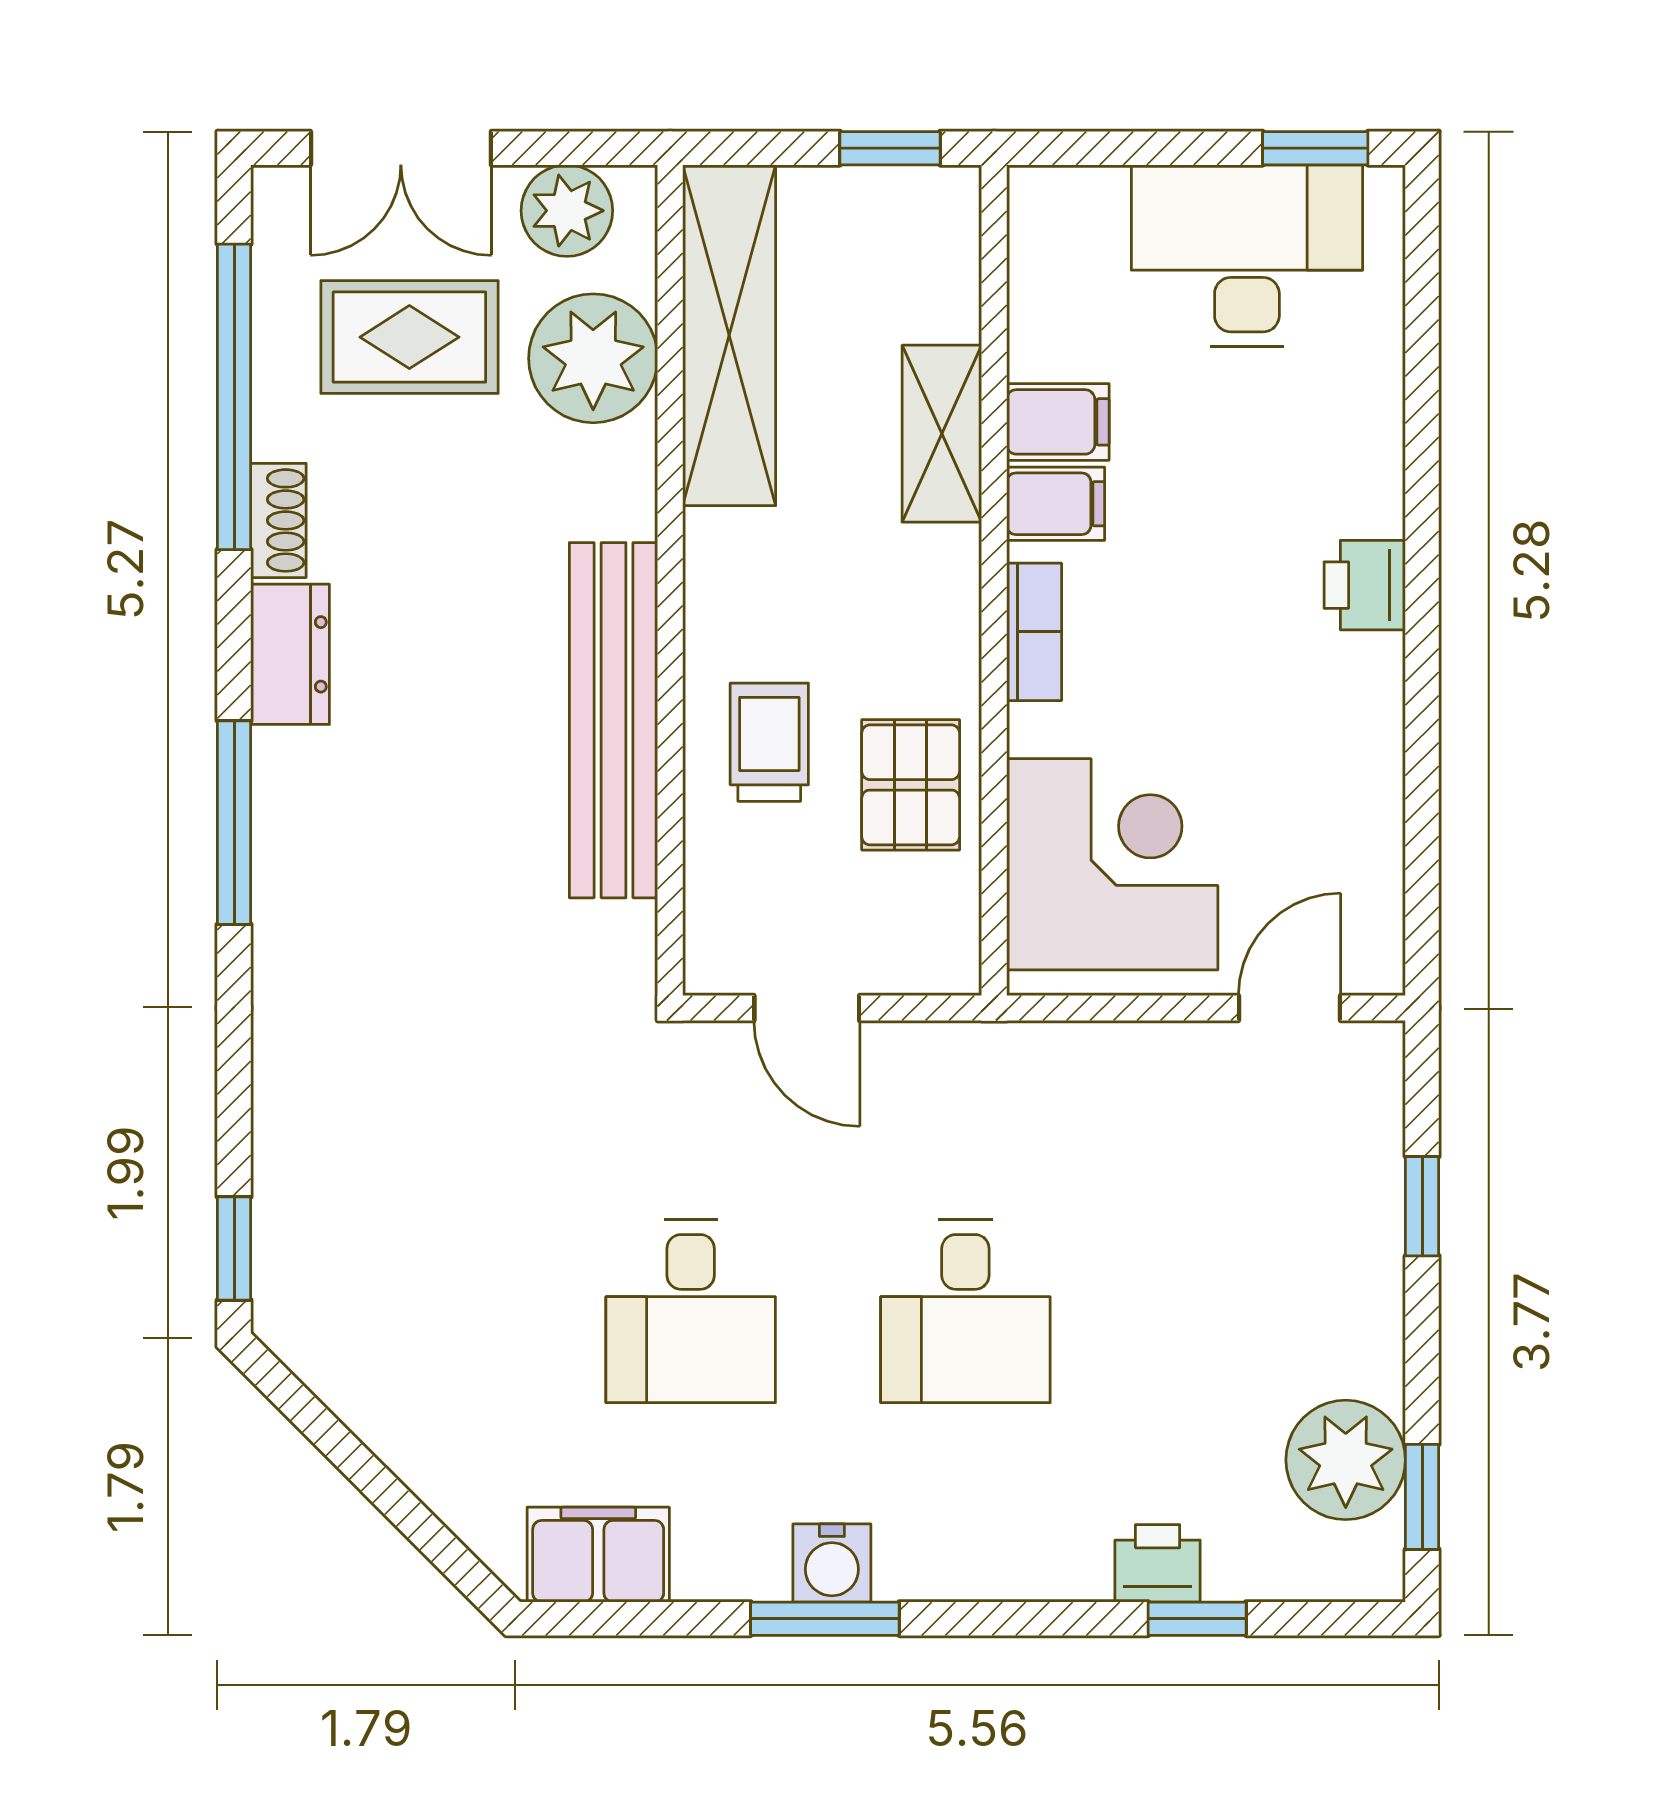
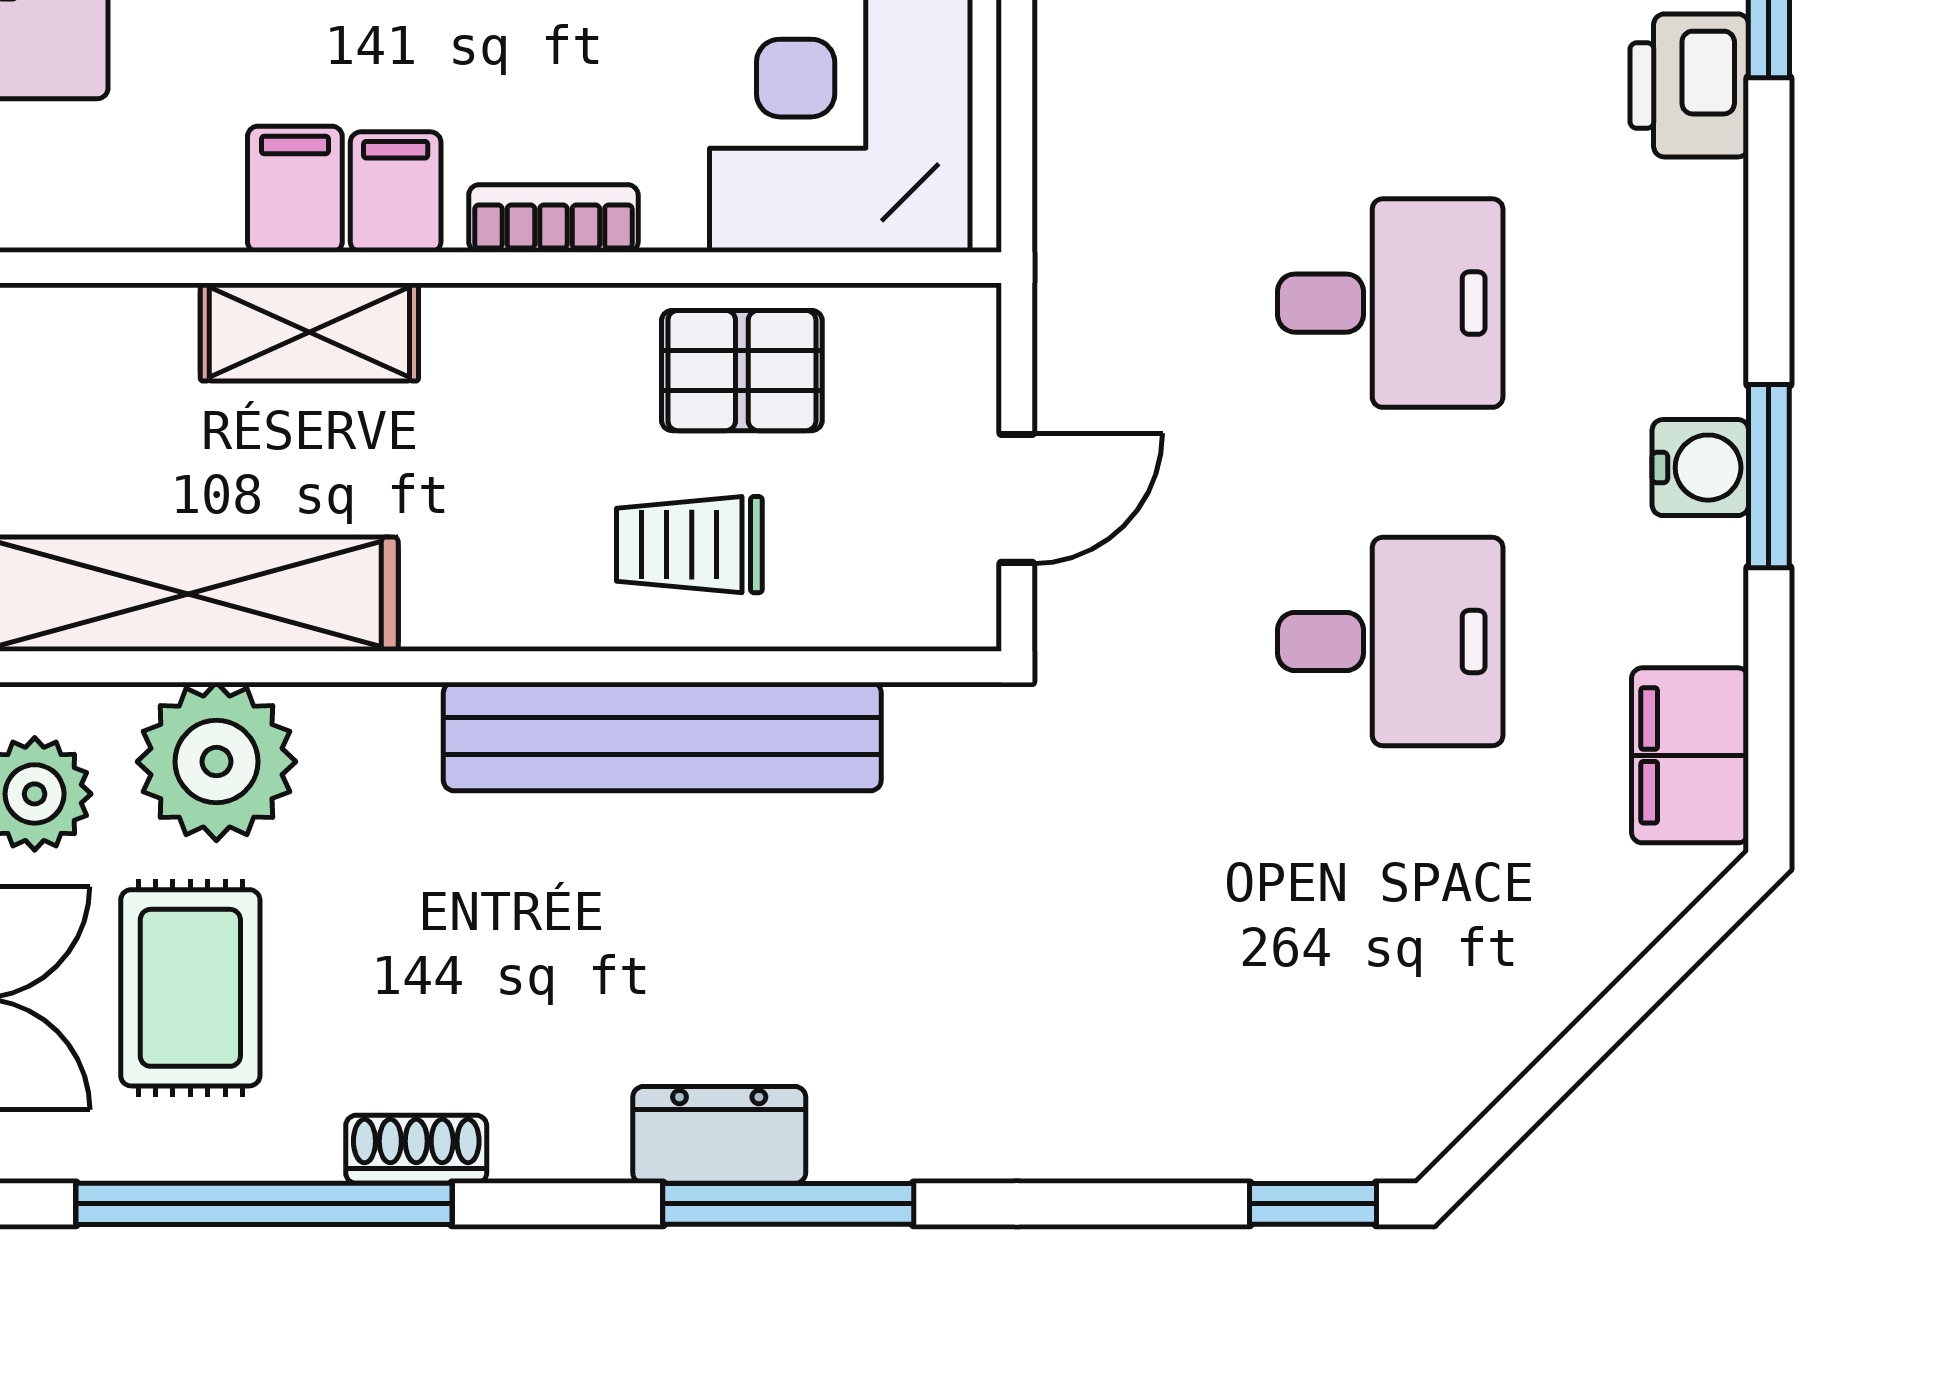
dresser: (290, 654) -> (719, 1135), moved
printer: (1158, 1563) -> (1689, 85), width x1.36, depth x1.24

